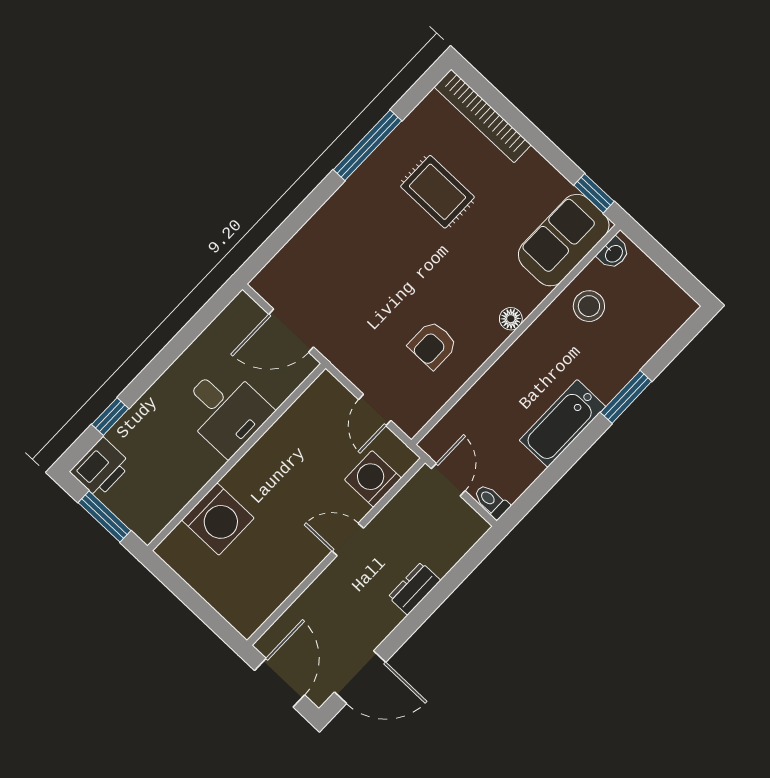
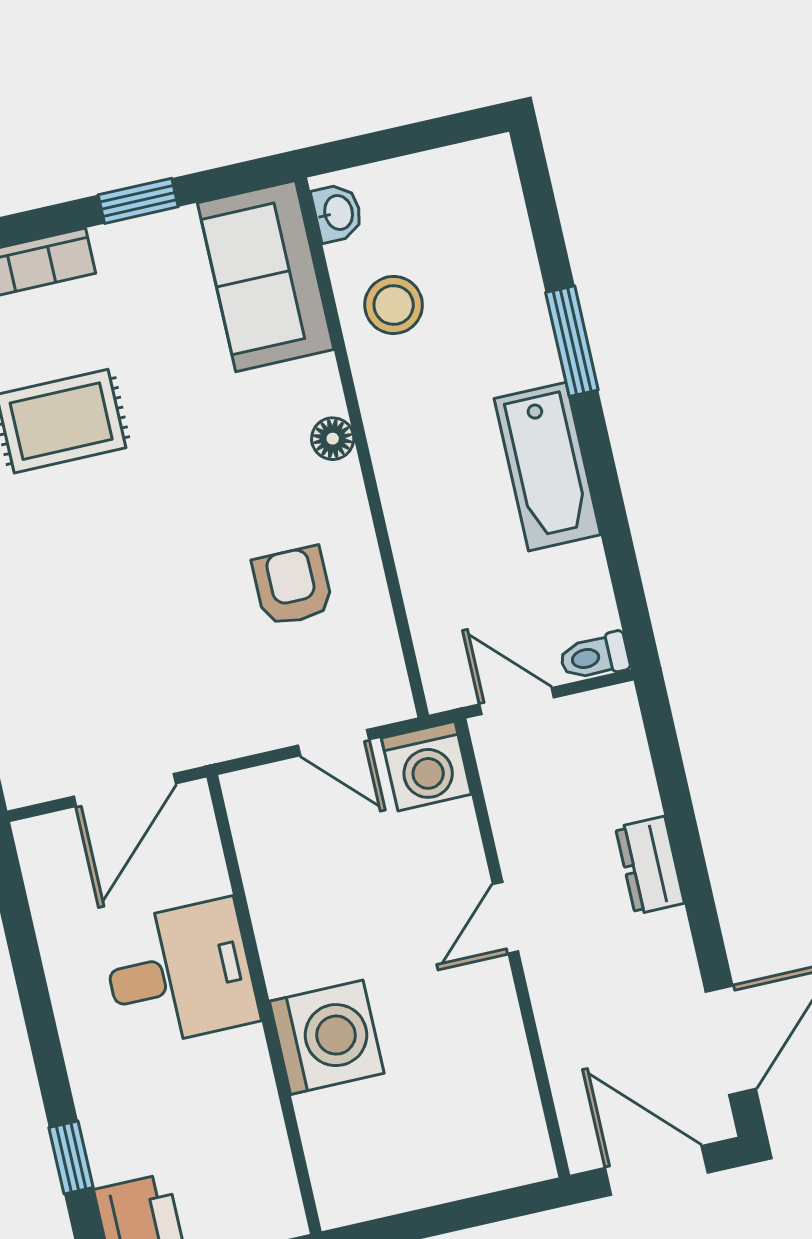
window: (594, 193) -> (138, 201), moved
armchair: (433, 345) -> (293, 586), turned 180
washing machine: (373, 479) -> (426, 766), moved, turned -90
washing machine: (218, 519) -> (327, 1037), moved

